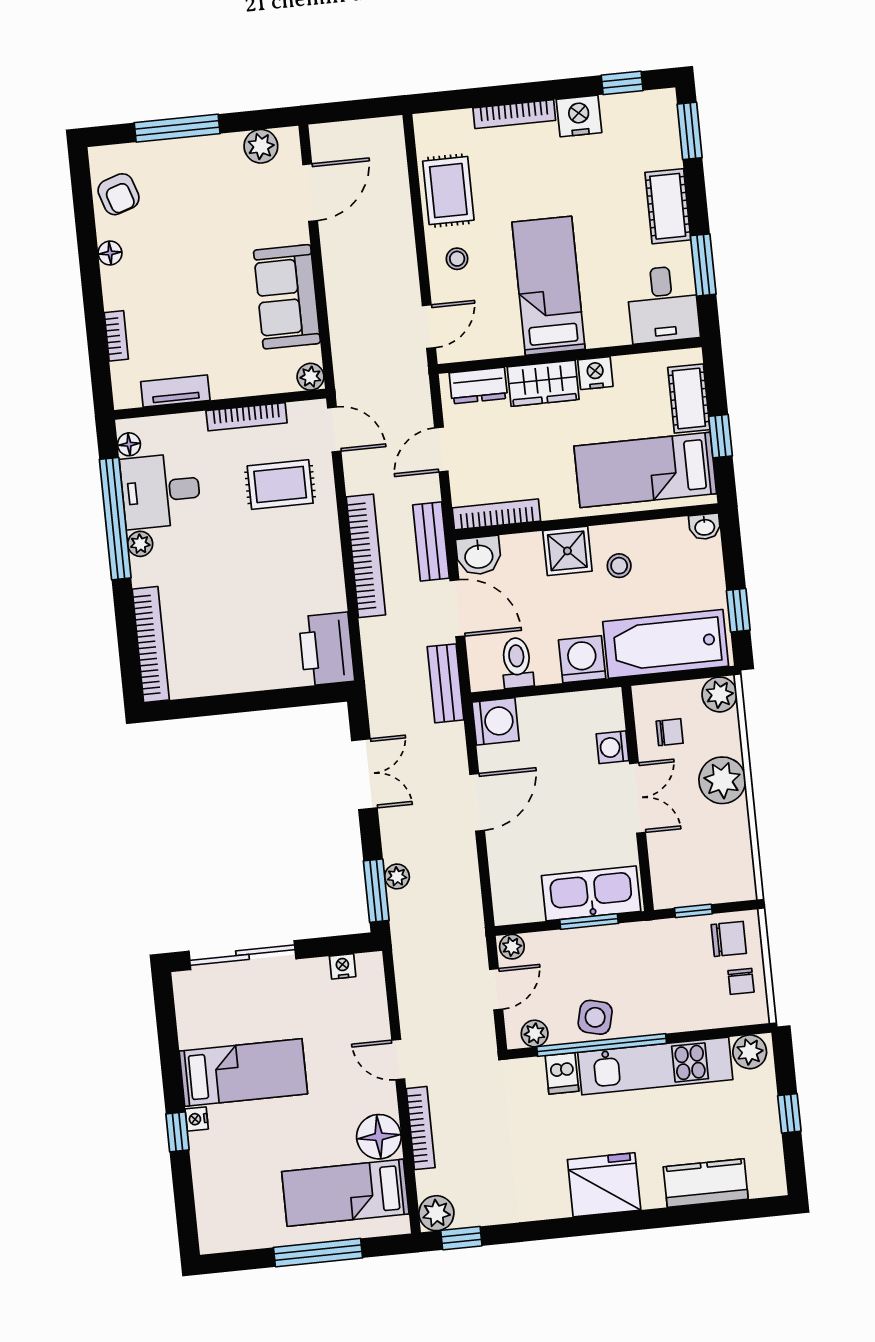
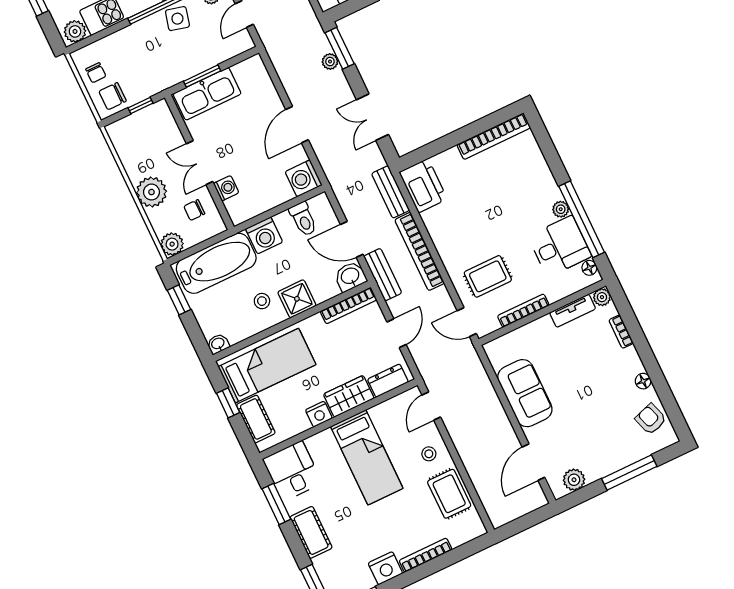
plant: (311, 377) -> (602, 297), moved
bookcase: (151, 644) -> (494, 136), moved, turned -90
bench: (445, 683) -> (391, 192), moved
plant: (512, 947) -> (244, 44), removed
chair: (741, 981) -> (96, 73), turned 180

